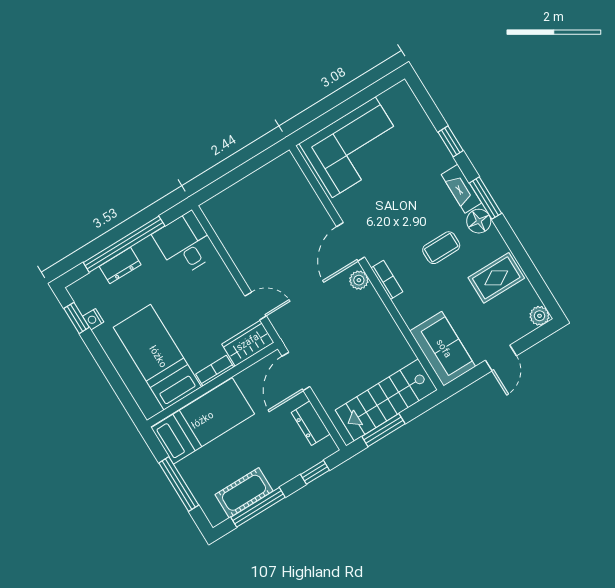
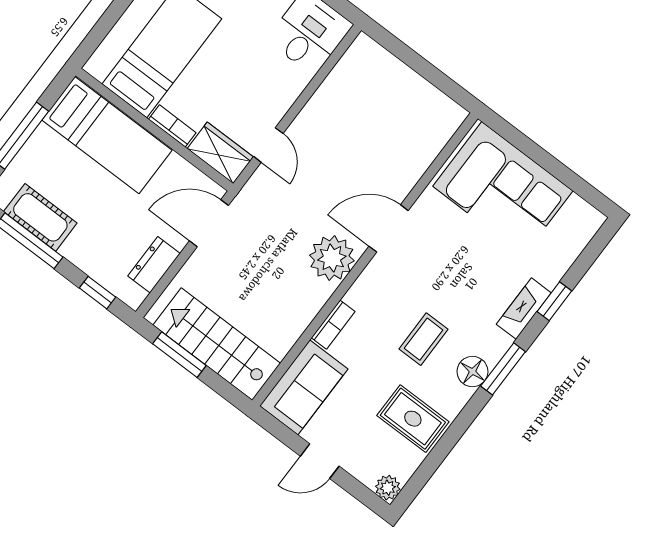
fireplace: (461, 189) -> (524, 309), moved
coffee table: (441, 248) -> (423, 339), turned 90
plant: (359, 280) -> (332, 258), width x1.88, depth x1.88
bookcase: (387, 280) -> (333, 325), moved

